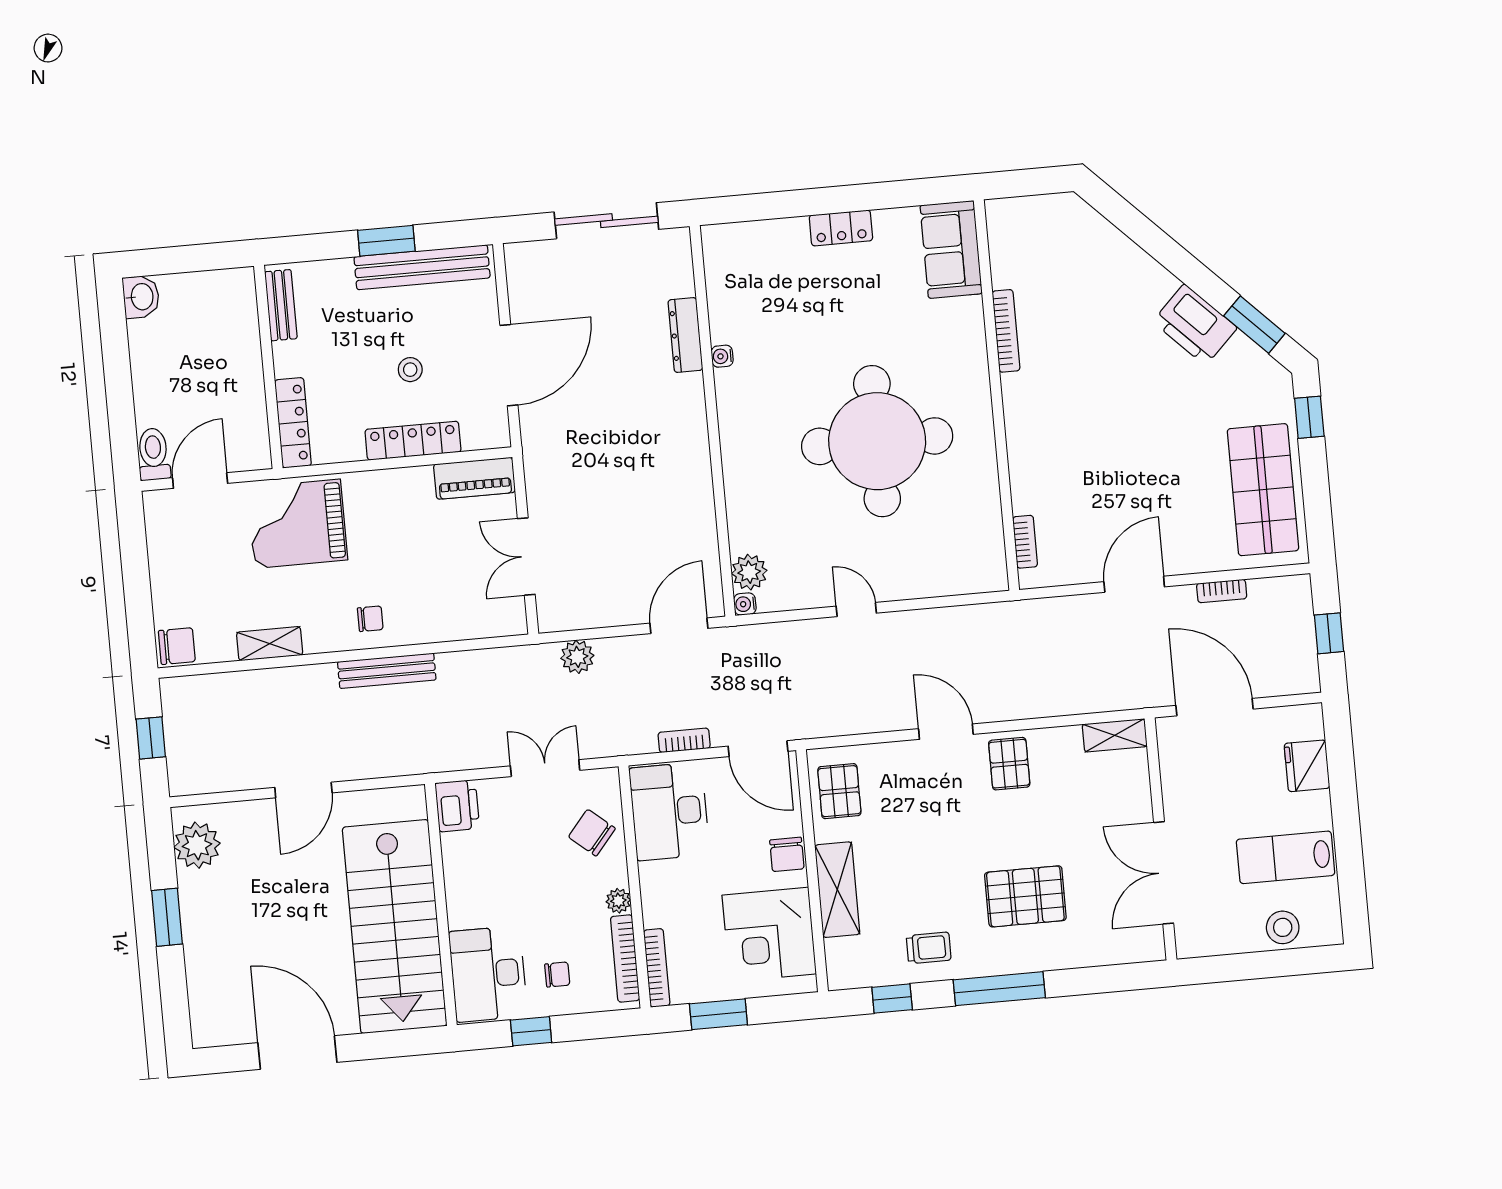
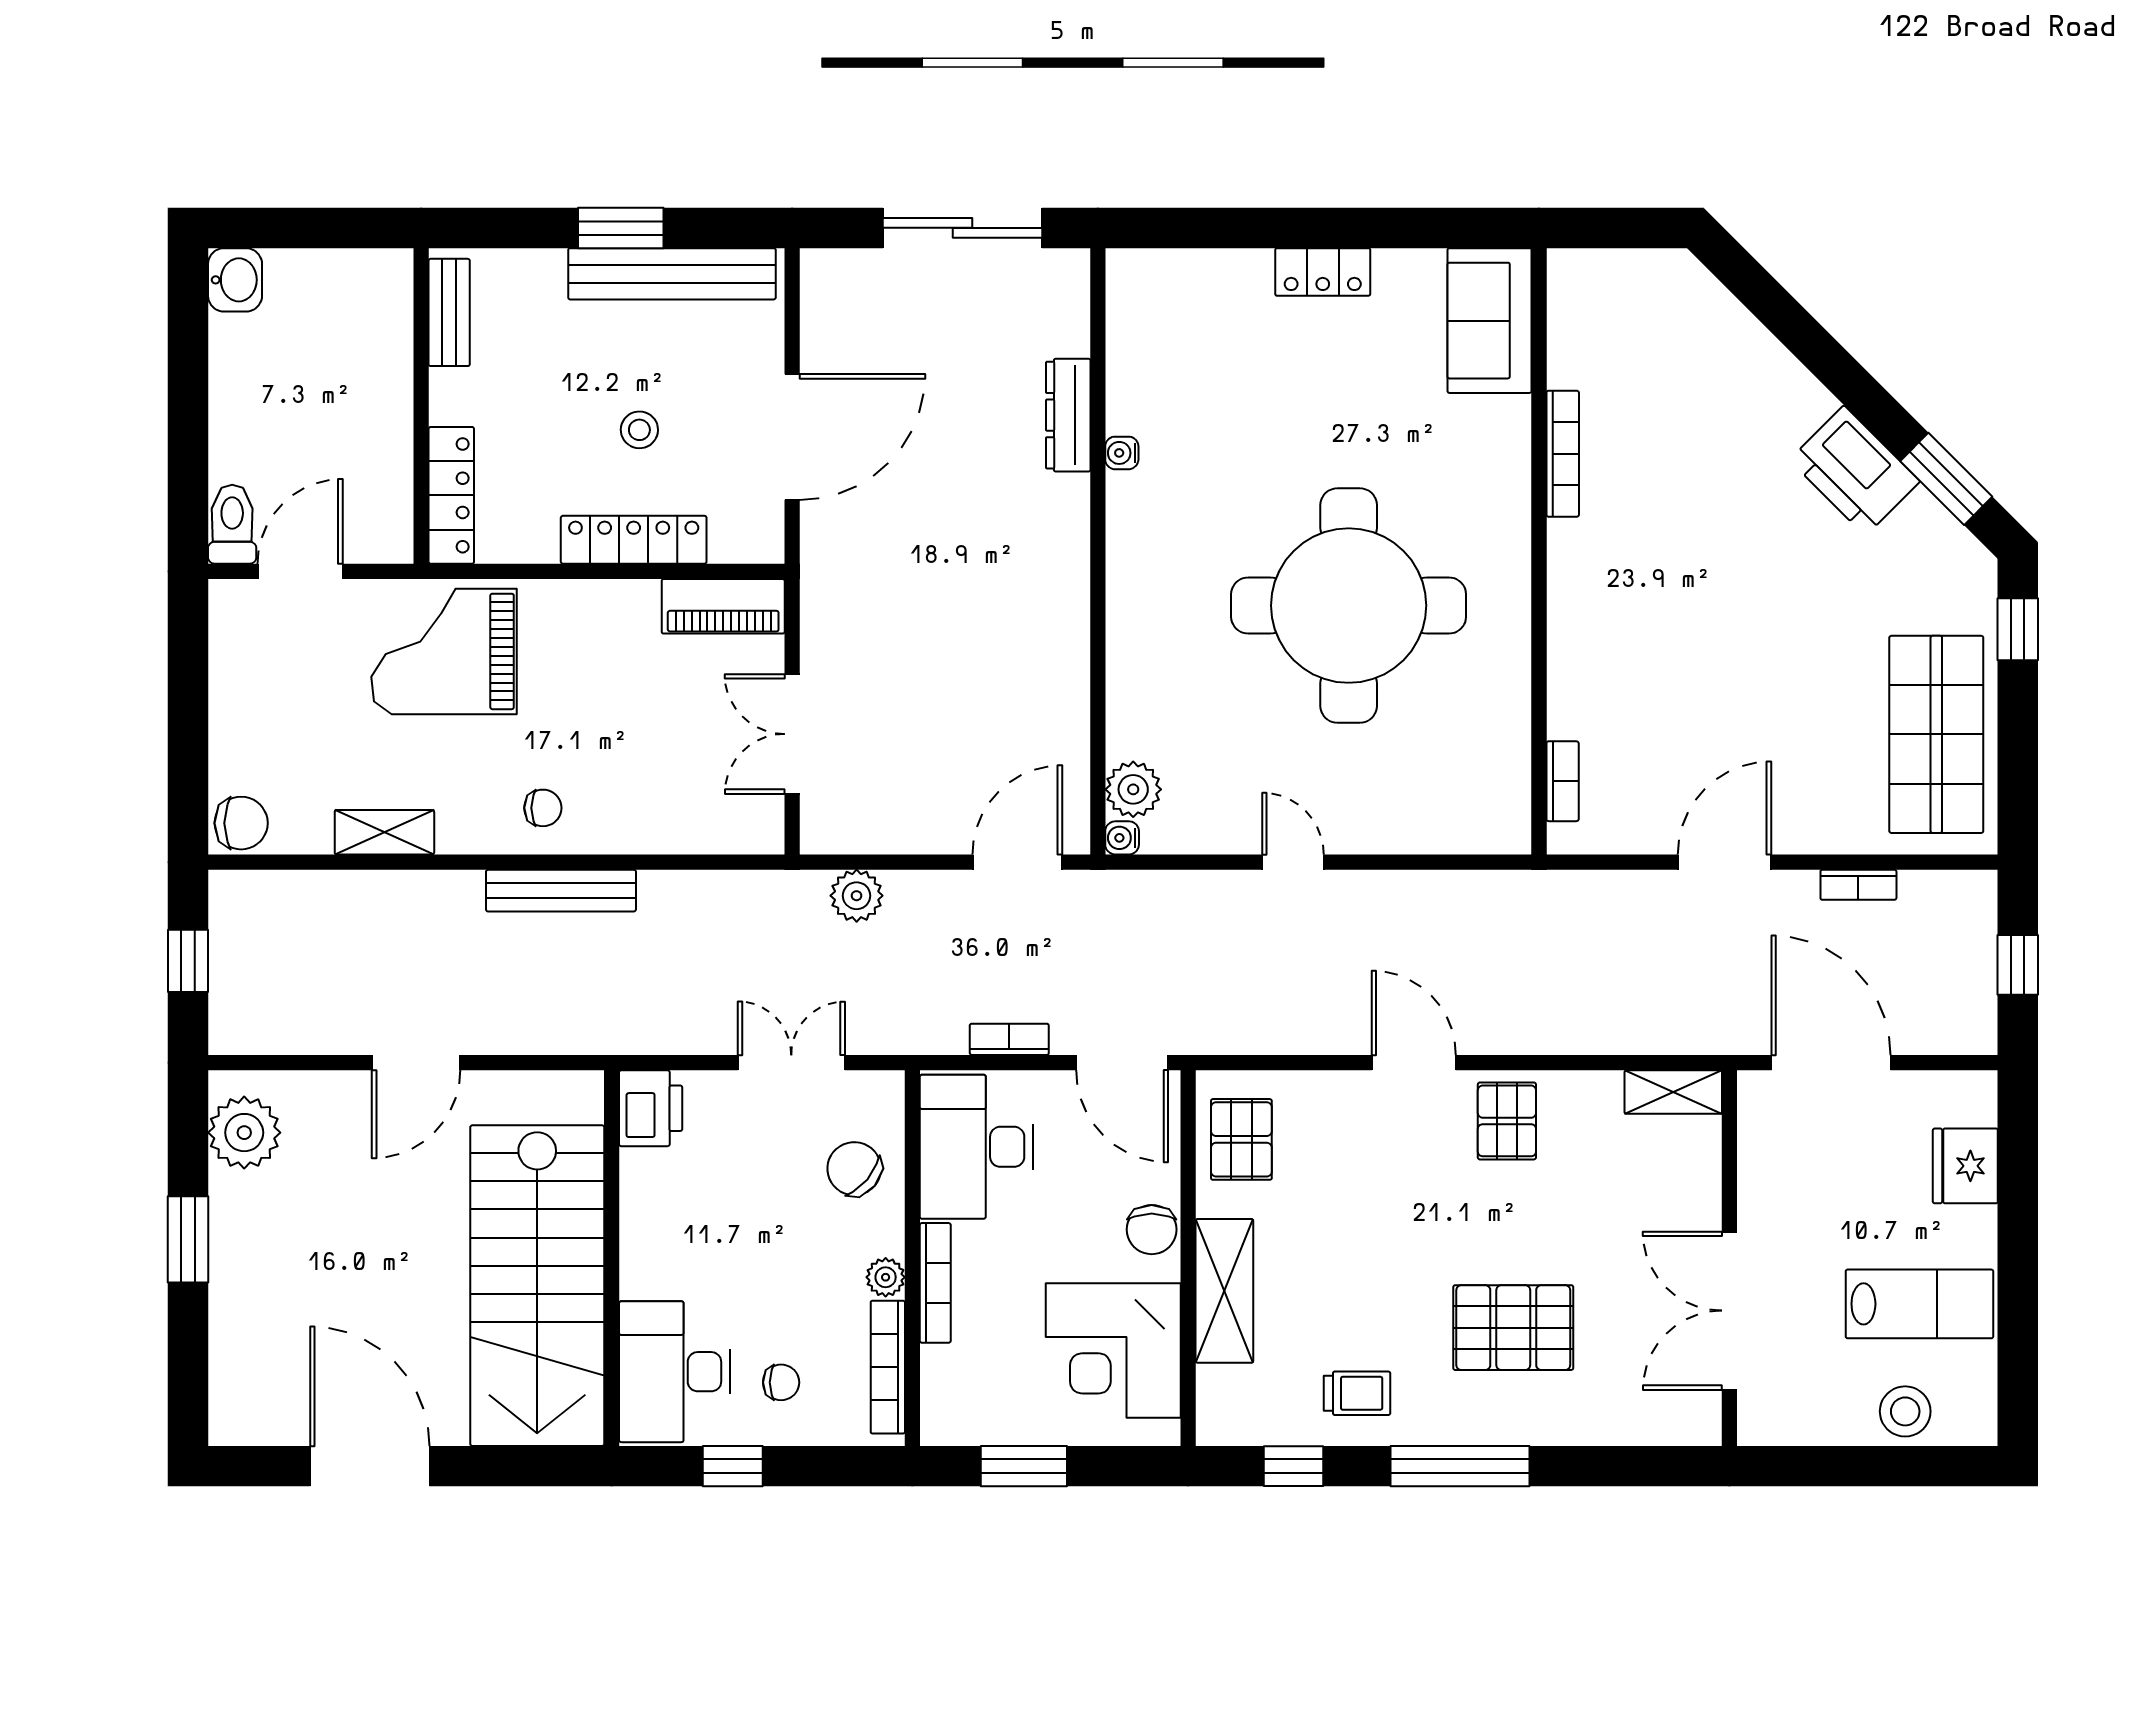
lab bench: (1286, 857) -> (1919, 1304), turned 180
bookcase: (657, 968) -> (935, 1283), moved

